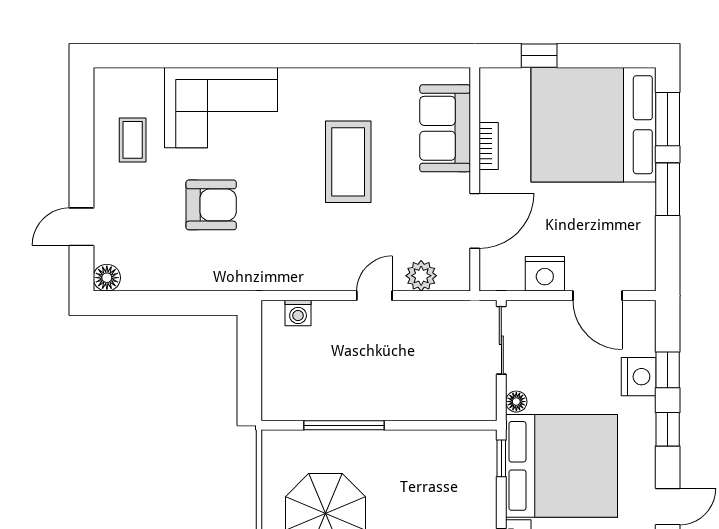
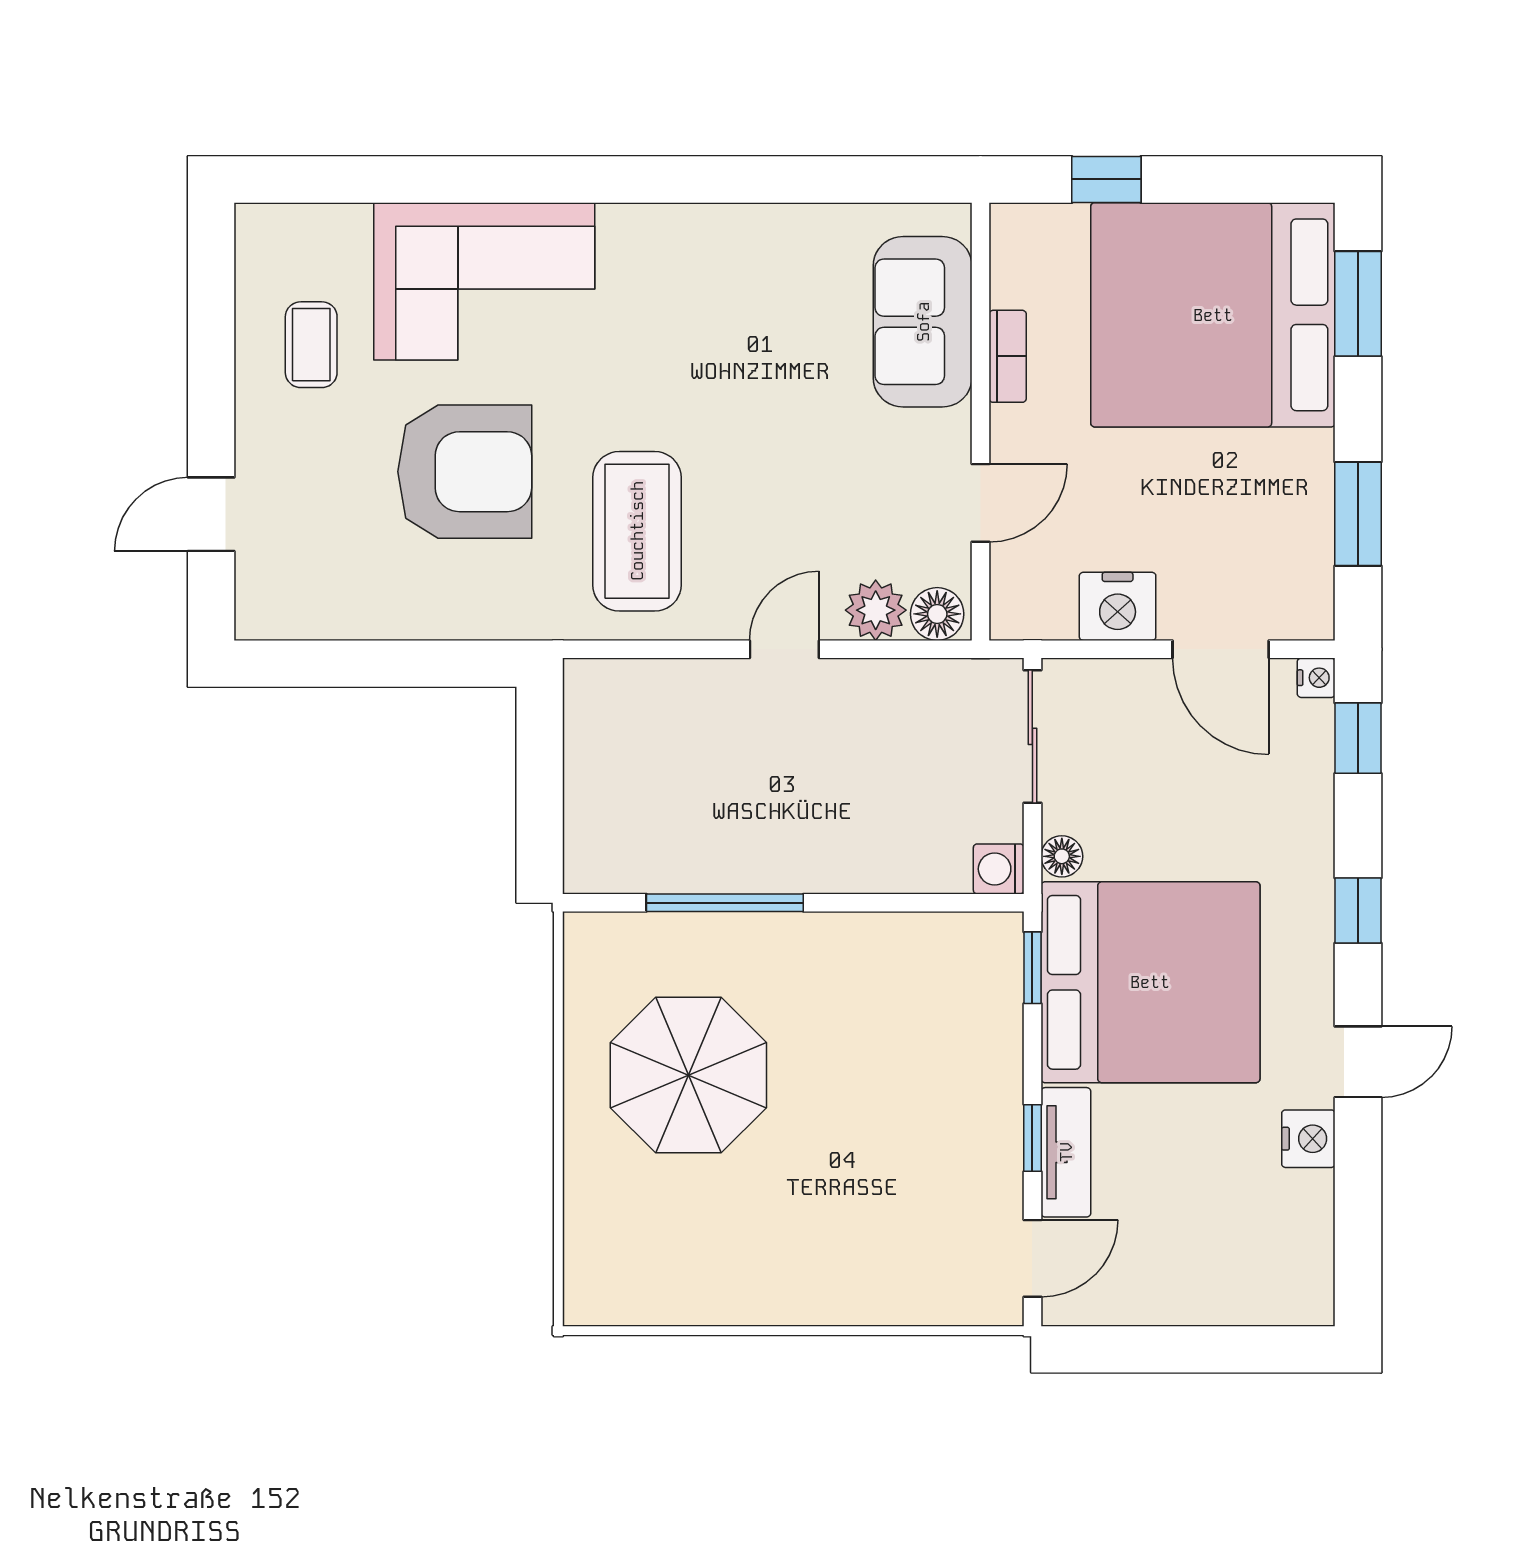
coffee table: (348, 162) -> (637, 531), moved
window: (668, 189) -> (1358, 514), moved
armchair: (211, 205) -> (465, 472), width x1.36, depth x1.36
door: (475, 221) -> (981, 503), width x0.73
floor lamp: (107, 278) -> (937, 614), moved
washing machine: (298, 313) -> (999, 869), moved, turned 90
window: (668, 370) -> (1358, 738), moved
nightstand: (639, 377) -> (1316, 678), moved, width x0.53, depth x0.56

